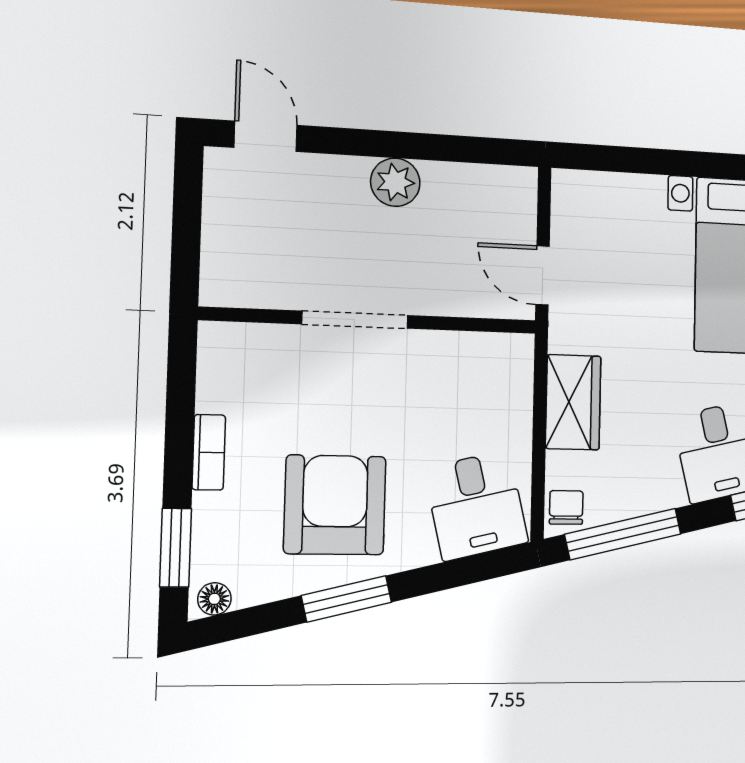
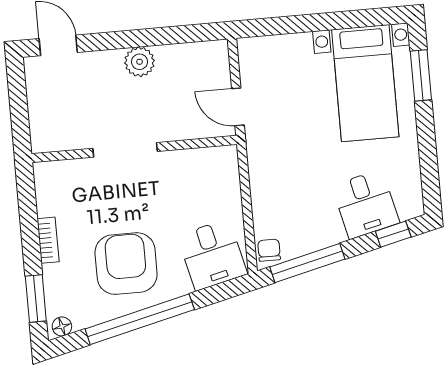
wardrobe: (573, 402) -> (266, 184), removed
window: (347, 599) -> (140, 319), width x2.11

